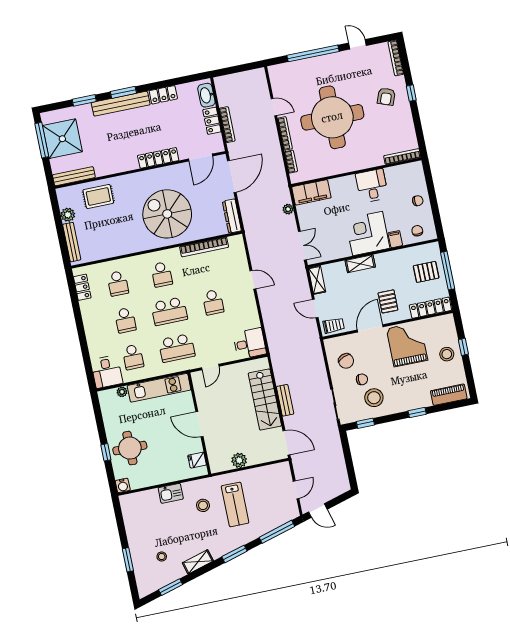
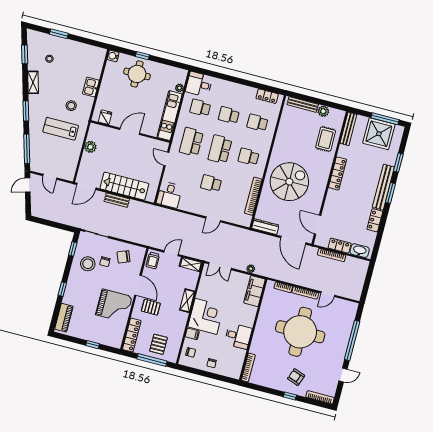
locker: (158, 158) -> (338, 173), moved
stool: (447, 354) -> (93, 330), removed

